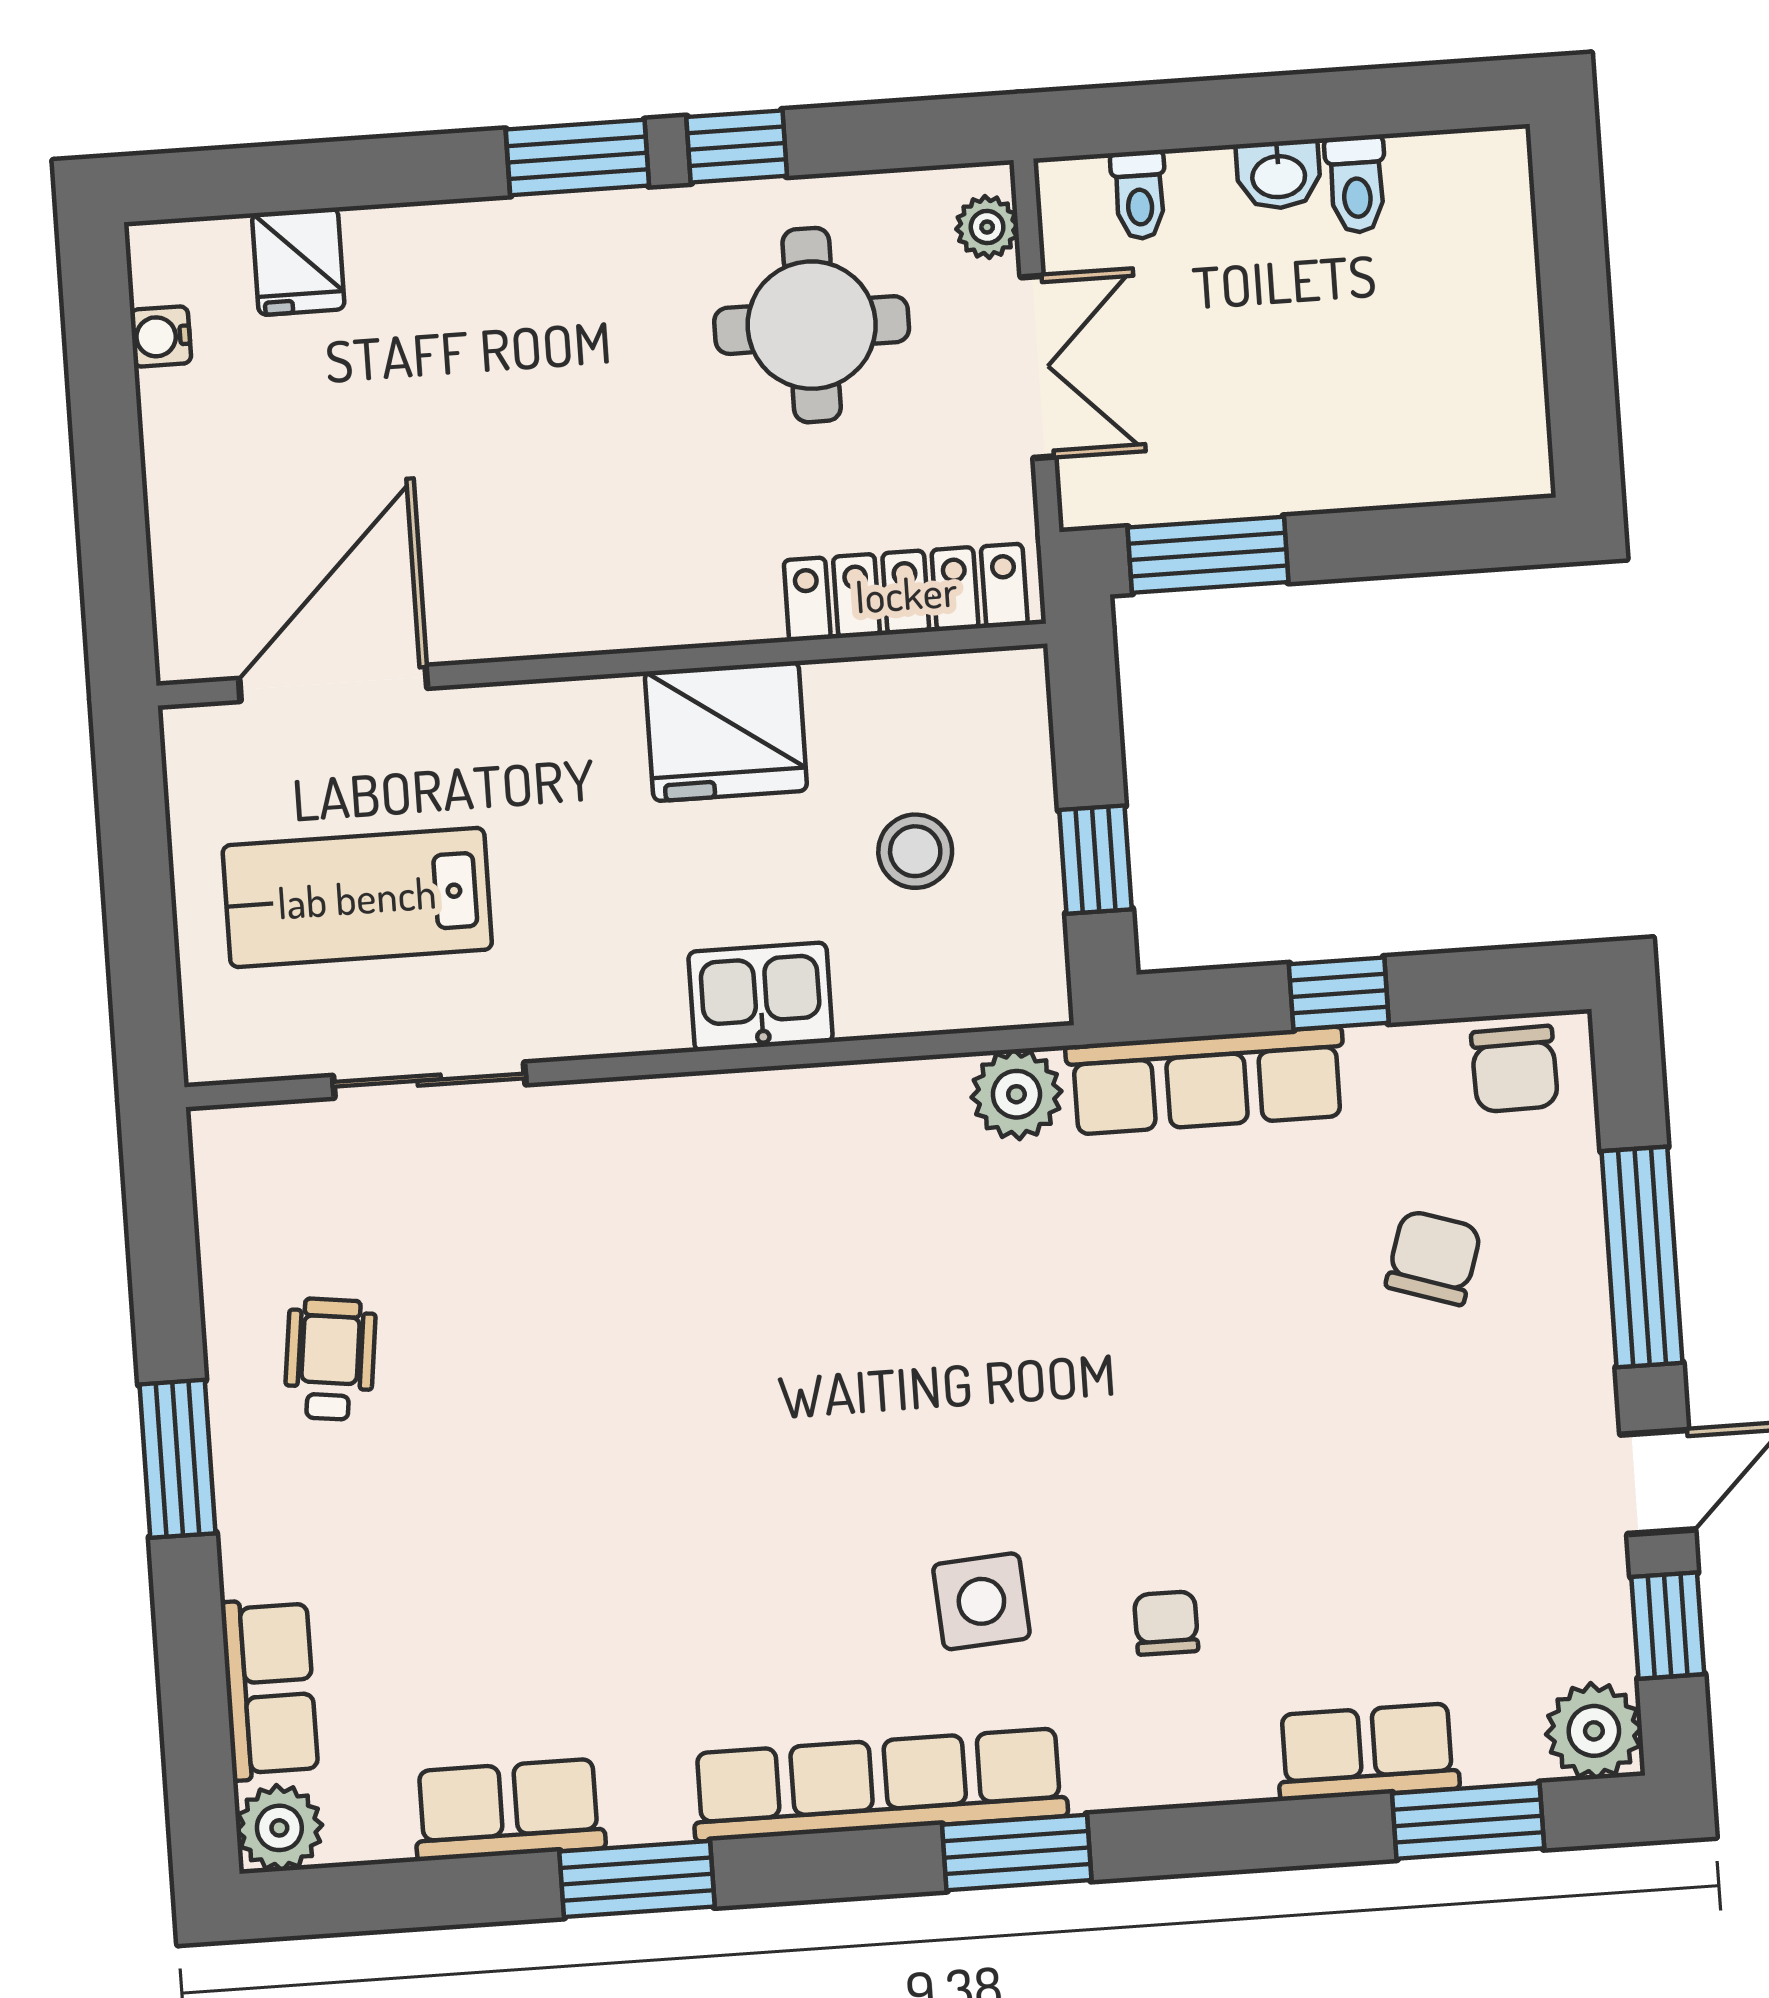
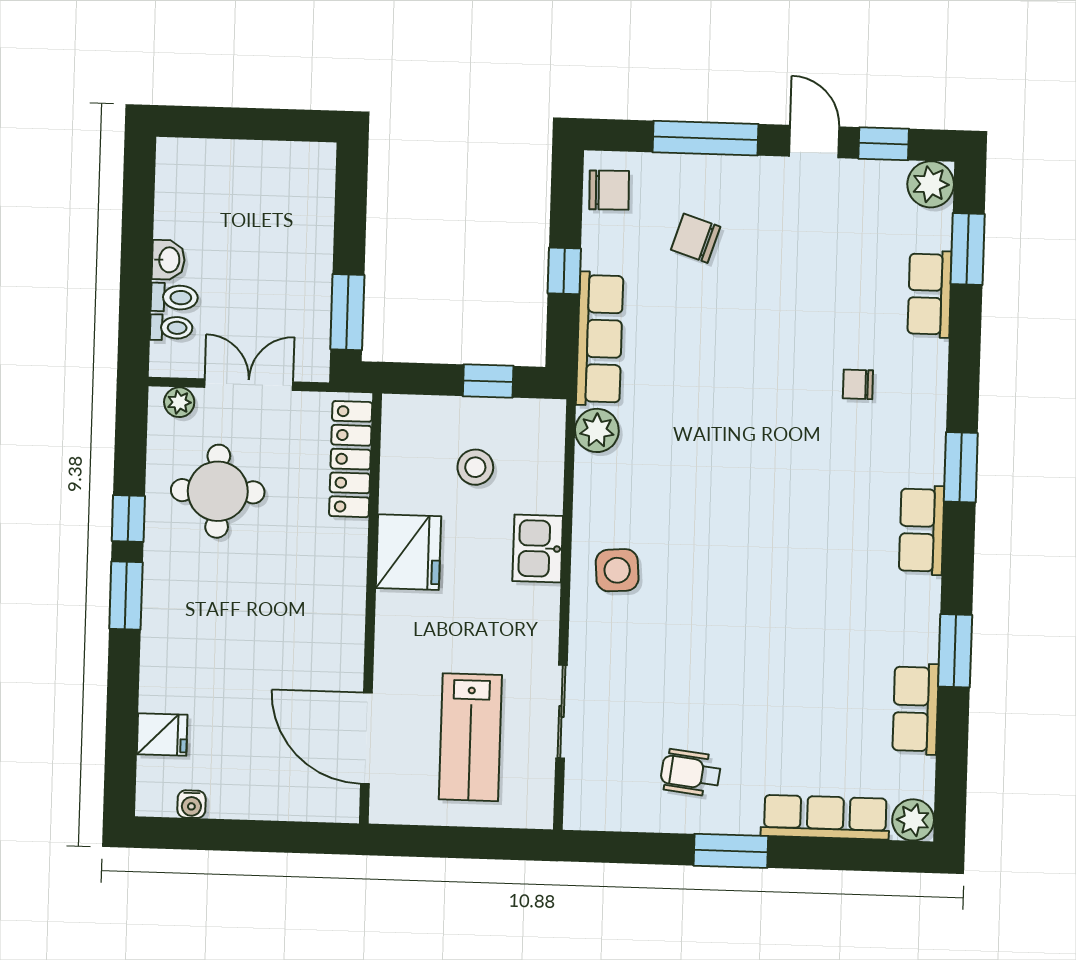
toilet: (1356, 184) -> (174, 297), moved
side table: (981, 1601) -> (617, 570), moved
row of seats: (269, 1689) -> (825, 817), width x1.48
row of seats: (879, 1785) -> (922, 530), width x0.50

